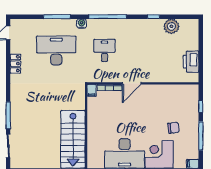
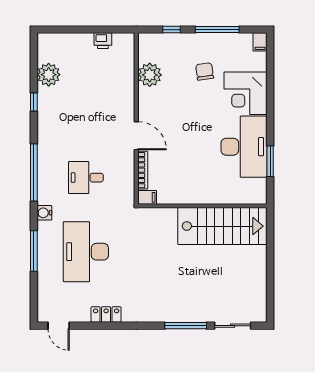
printer: (191, 62) -> (103, 41), width x0.53, depth x0.68
plant: (171, 92) -> (150, 75), added

